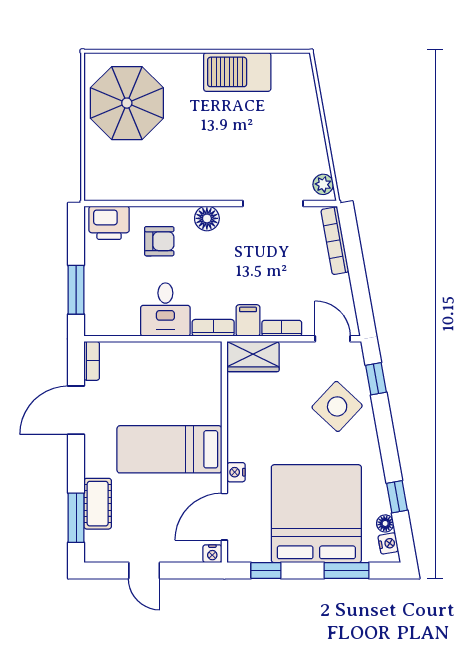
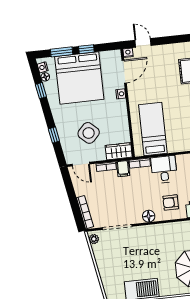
window: (376, 379) -> (54, 135), moved
side table: (337, 406) -> (89, 133), moved
bed: (169, 449) -> (153, 129), moved, turned -90
door: (144, 570) -> (143, 43), moved
window: (266, 570) -> (86, 49), moved

